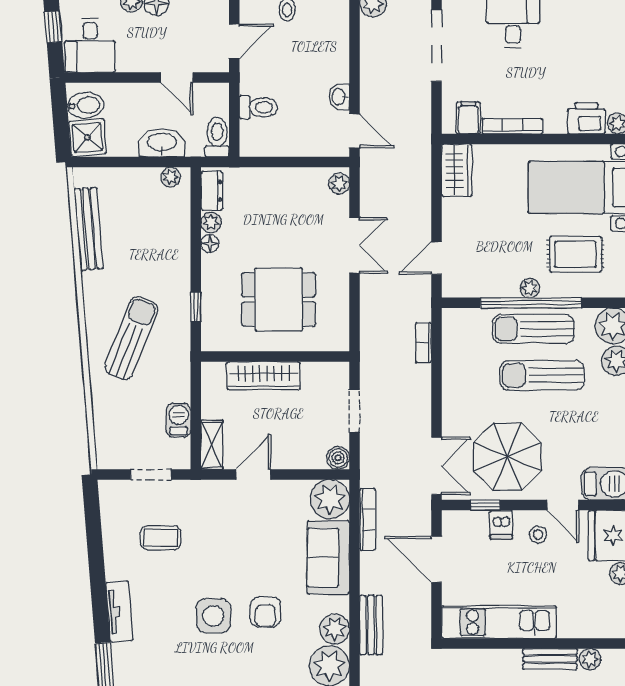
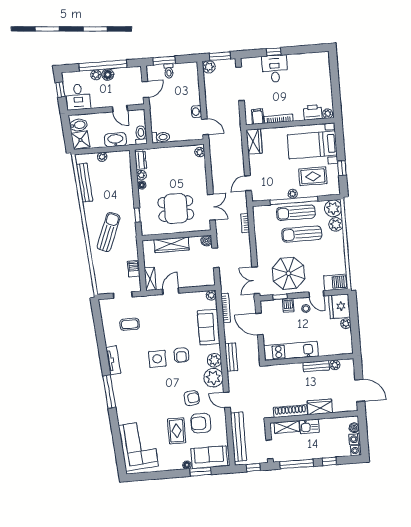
toilet: (258, 107) -> (161, 137), moved
plant: (171, 177) -> (102, 157), moved
double door: (355, 246) -> (211, 207), moved
boiler: (338, 458) -> (206, 241), moved
double door: (436, 466) -> (256, 280), swing flipped
plant: (330, 499) -> (211, 295), width x0.53, depth x0.53

